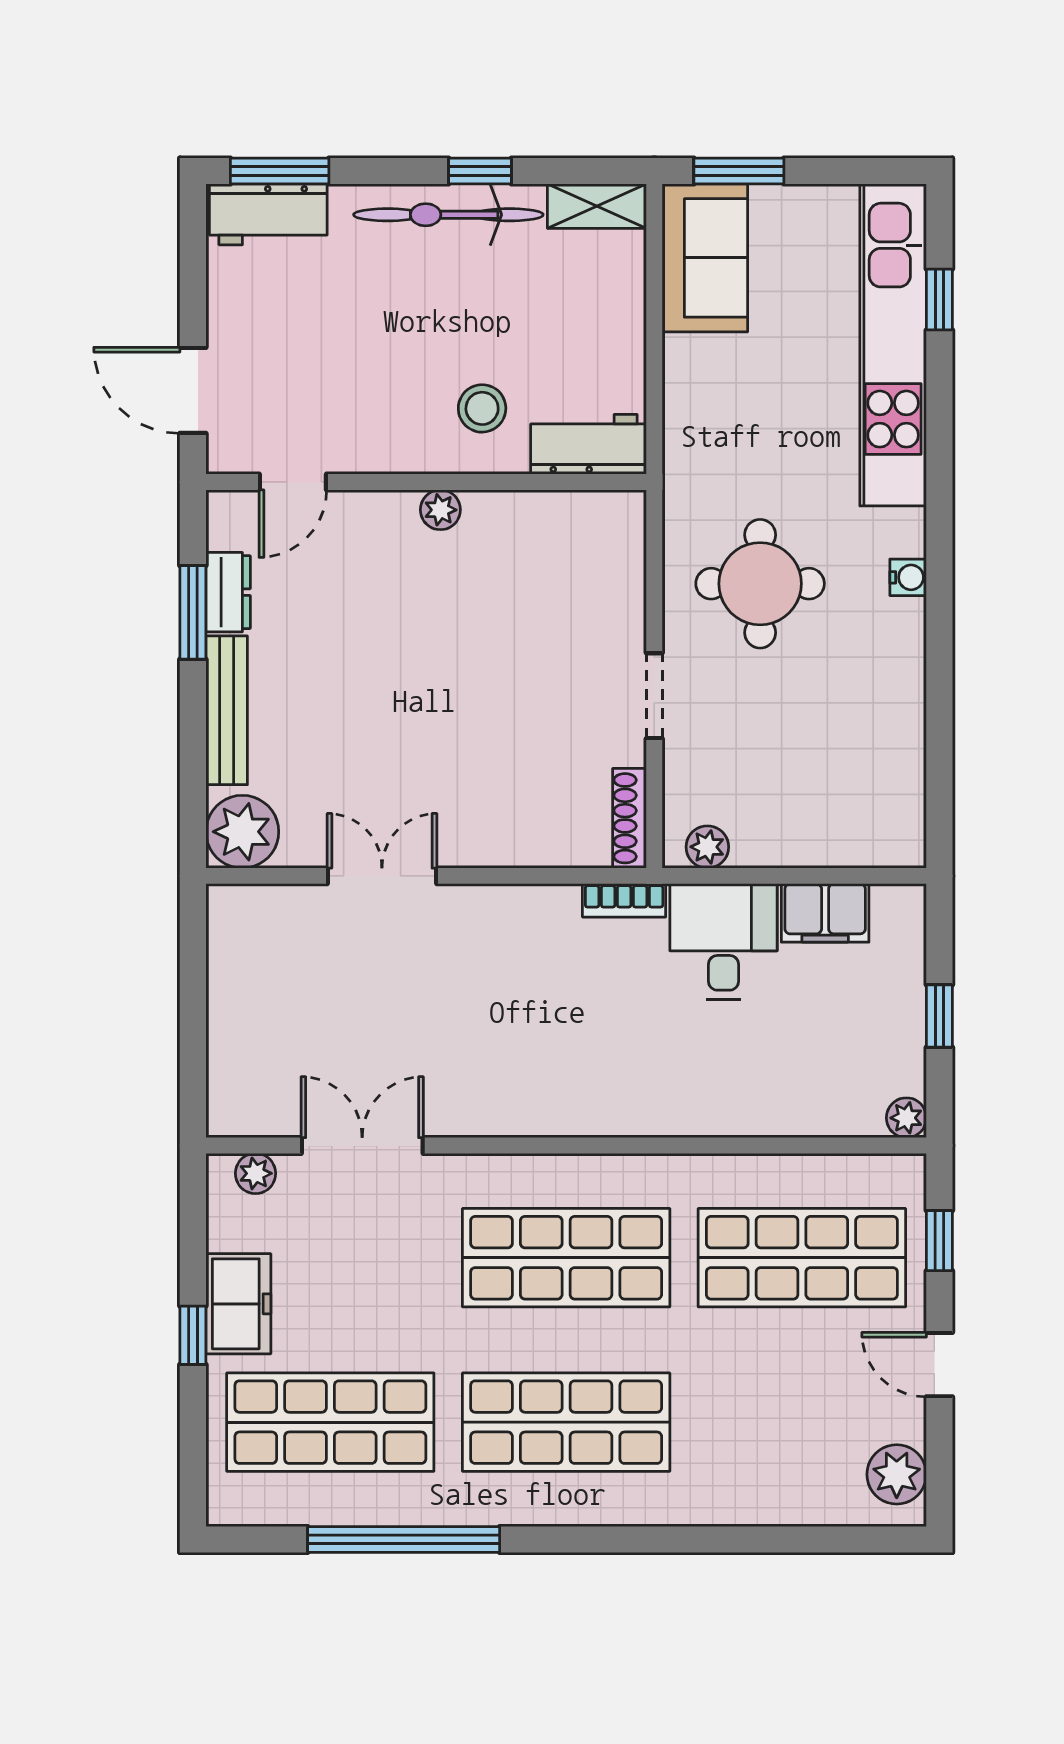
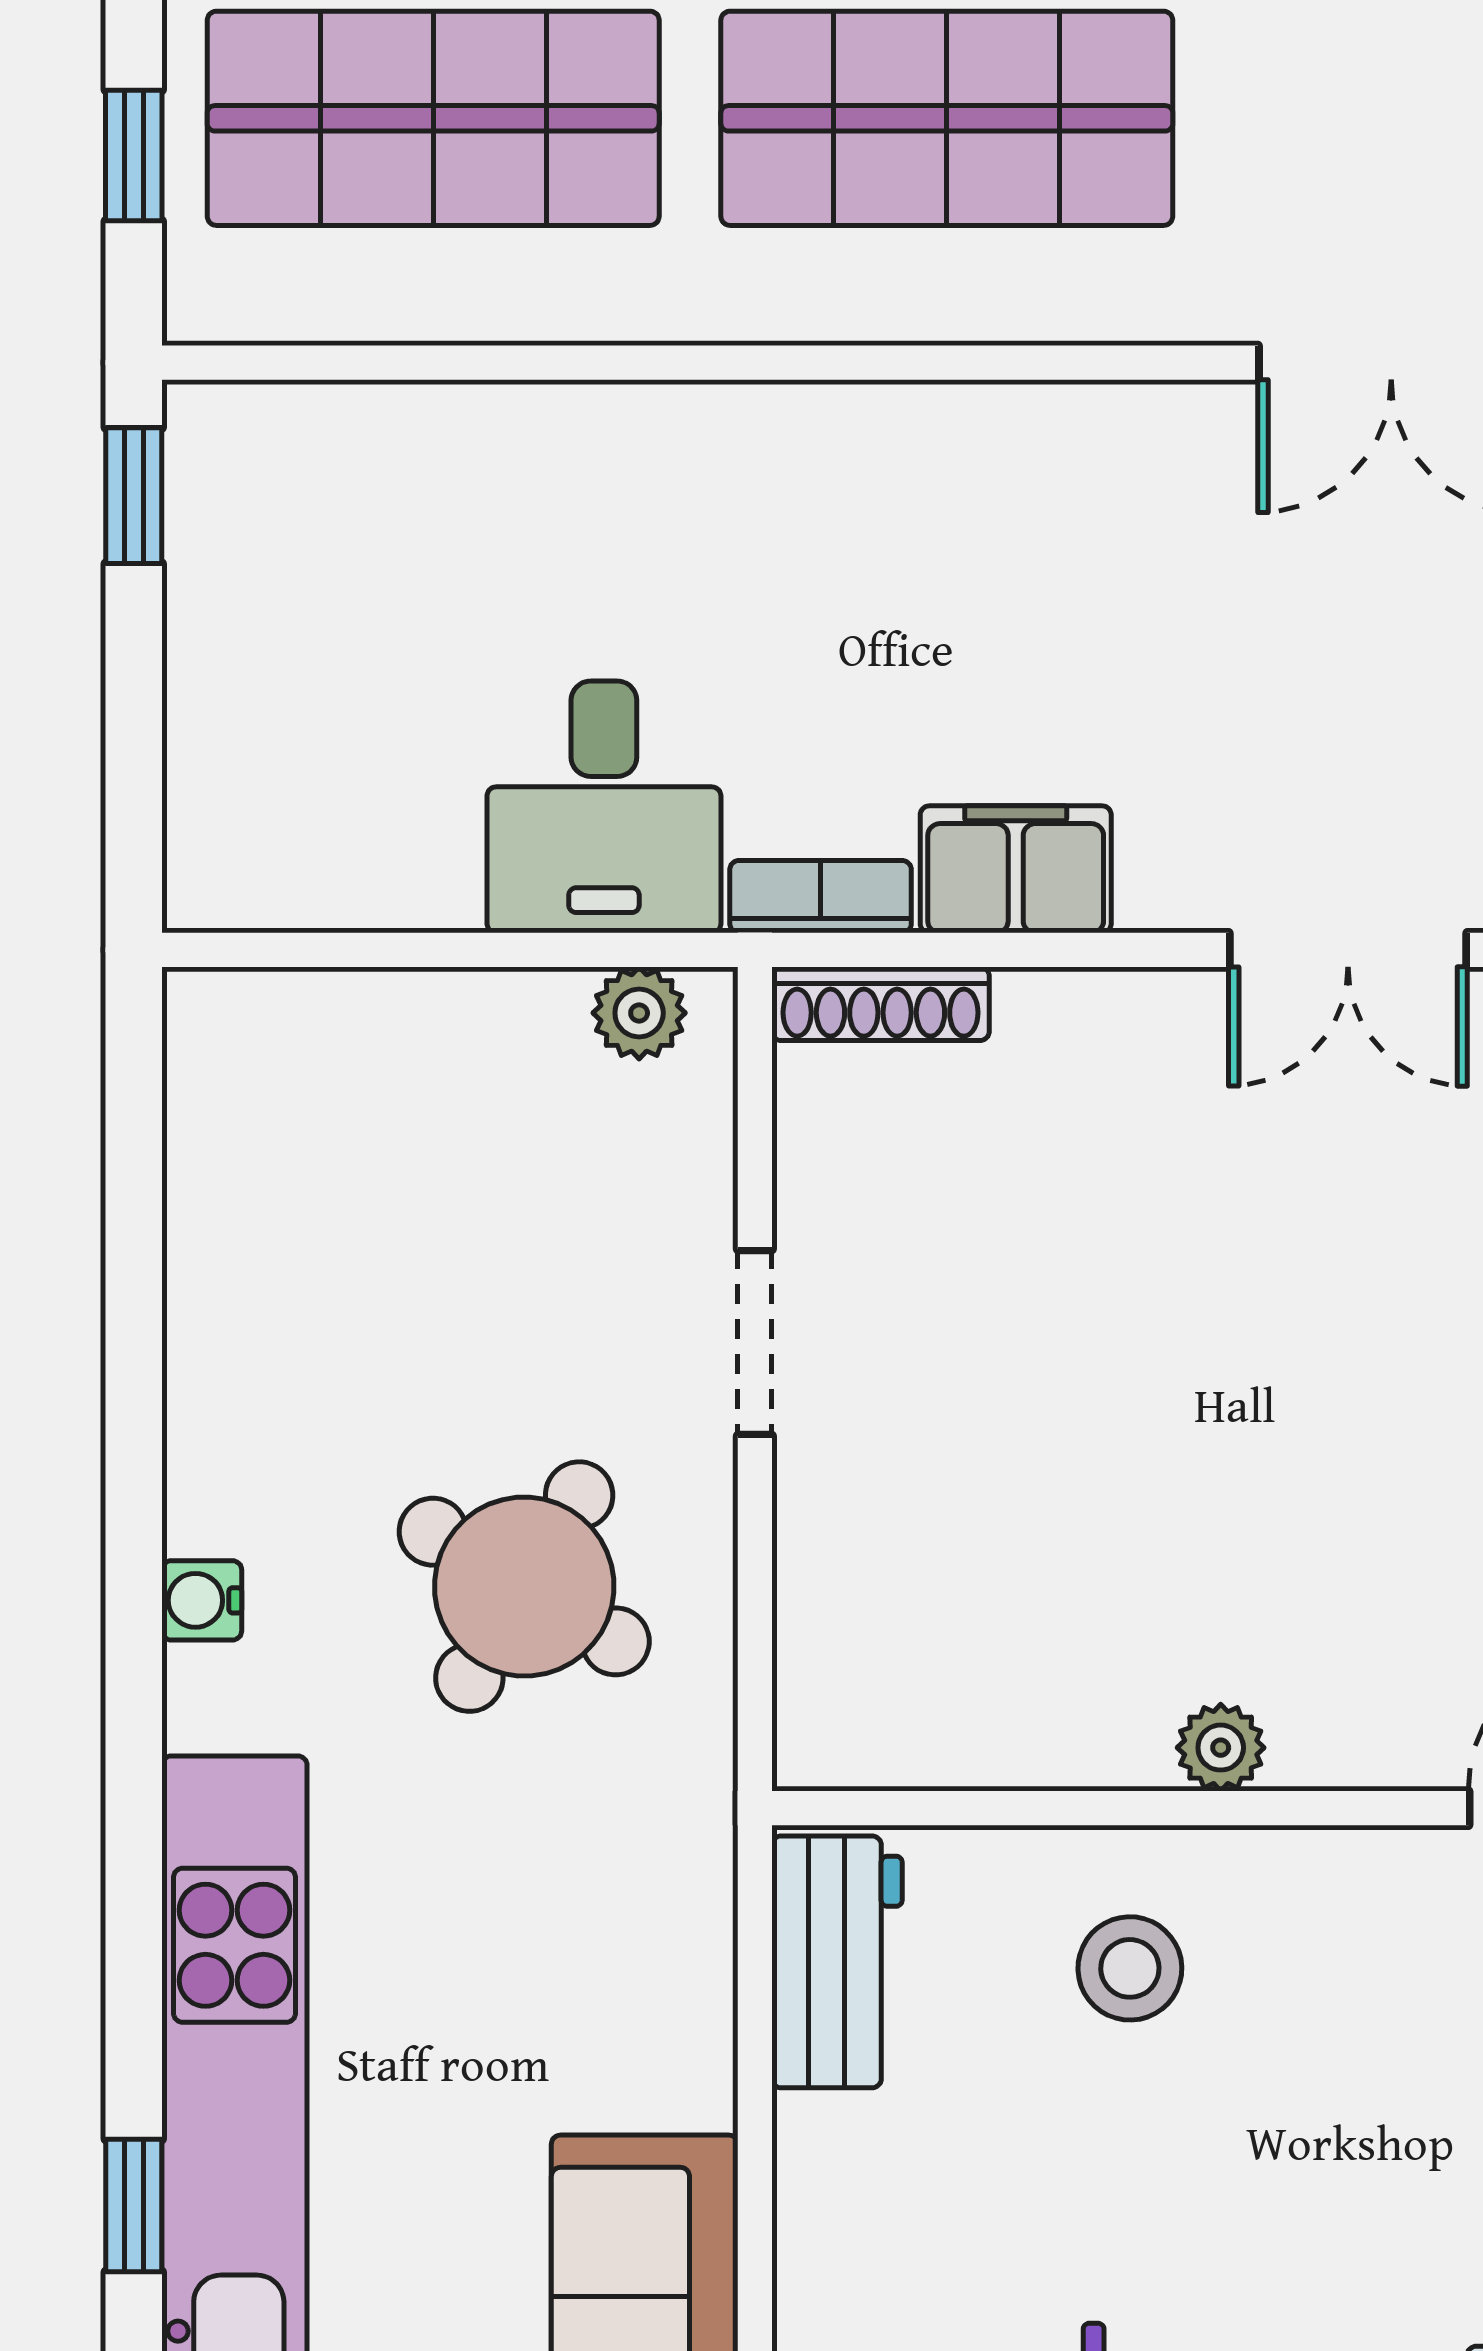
workbench: (589, 444) -> (837, 1962), moved, turned -90
round table: (760, 584) -> (524, 1587), turned 31
shoe rack: (629, 818) -> (880, 1004), moved, turned 90
filing cabinet: (825, 913) -> (1016, 869), moved
window: (939, 1016) -> (134, 496), moved
plant: (906, 1118) -> (206, 423), removed

